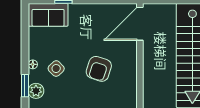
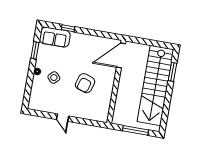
window: (25, 86) -> (35, 50), moved
plant: (36, 91) -> (36, 91), removed

